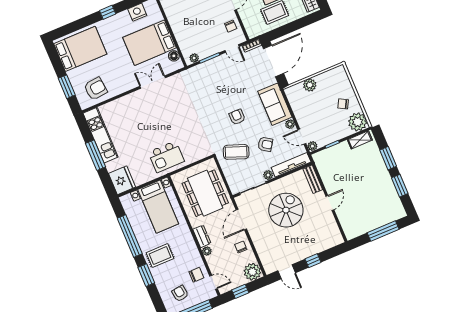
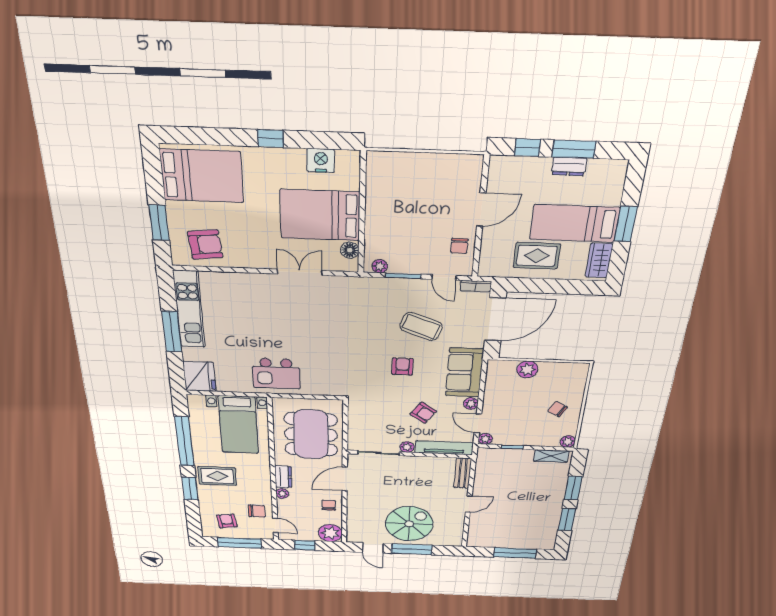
plant: (358, 122) -> (568, 442), width x0.53, depth x0.53
coffee table: (236, 152) -> (421, 326), moved
spiral stairs: (286, 210) -> (409, 524), moved
window: (313, 261) -> (412, 549), width x2.17

